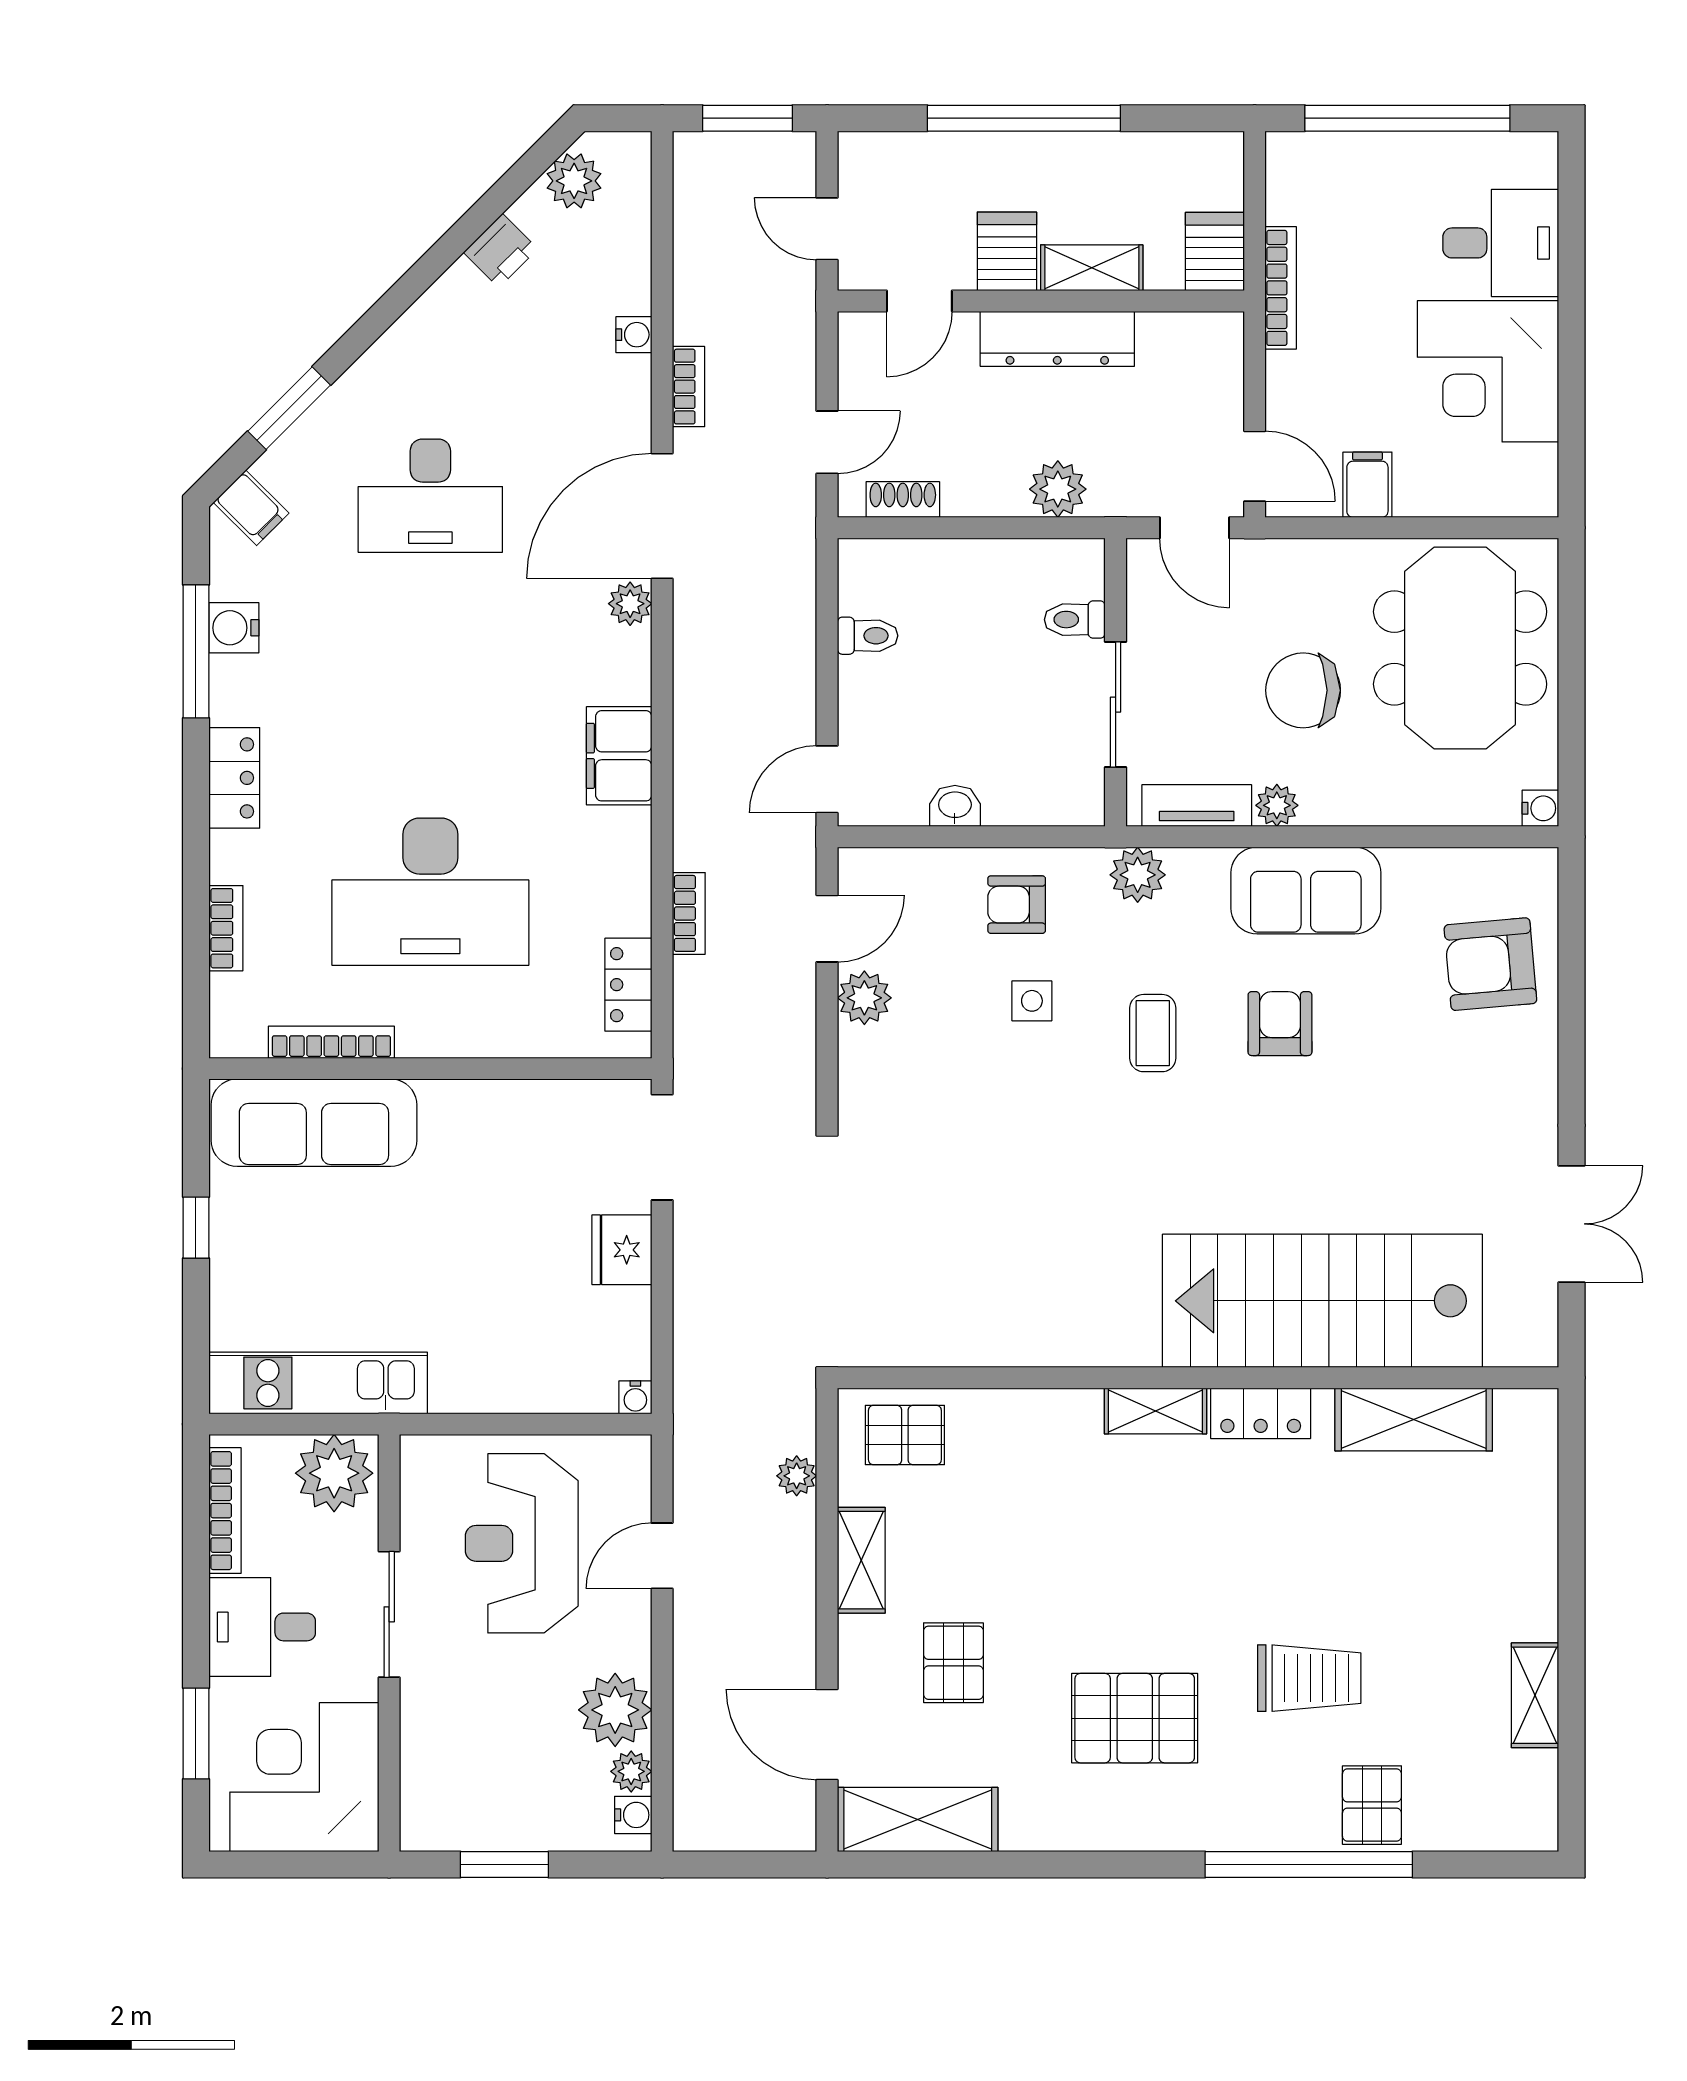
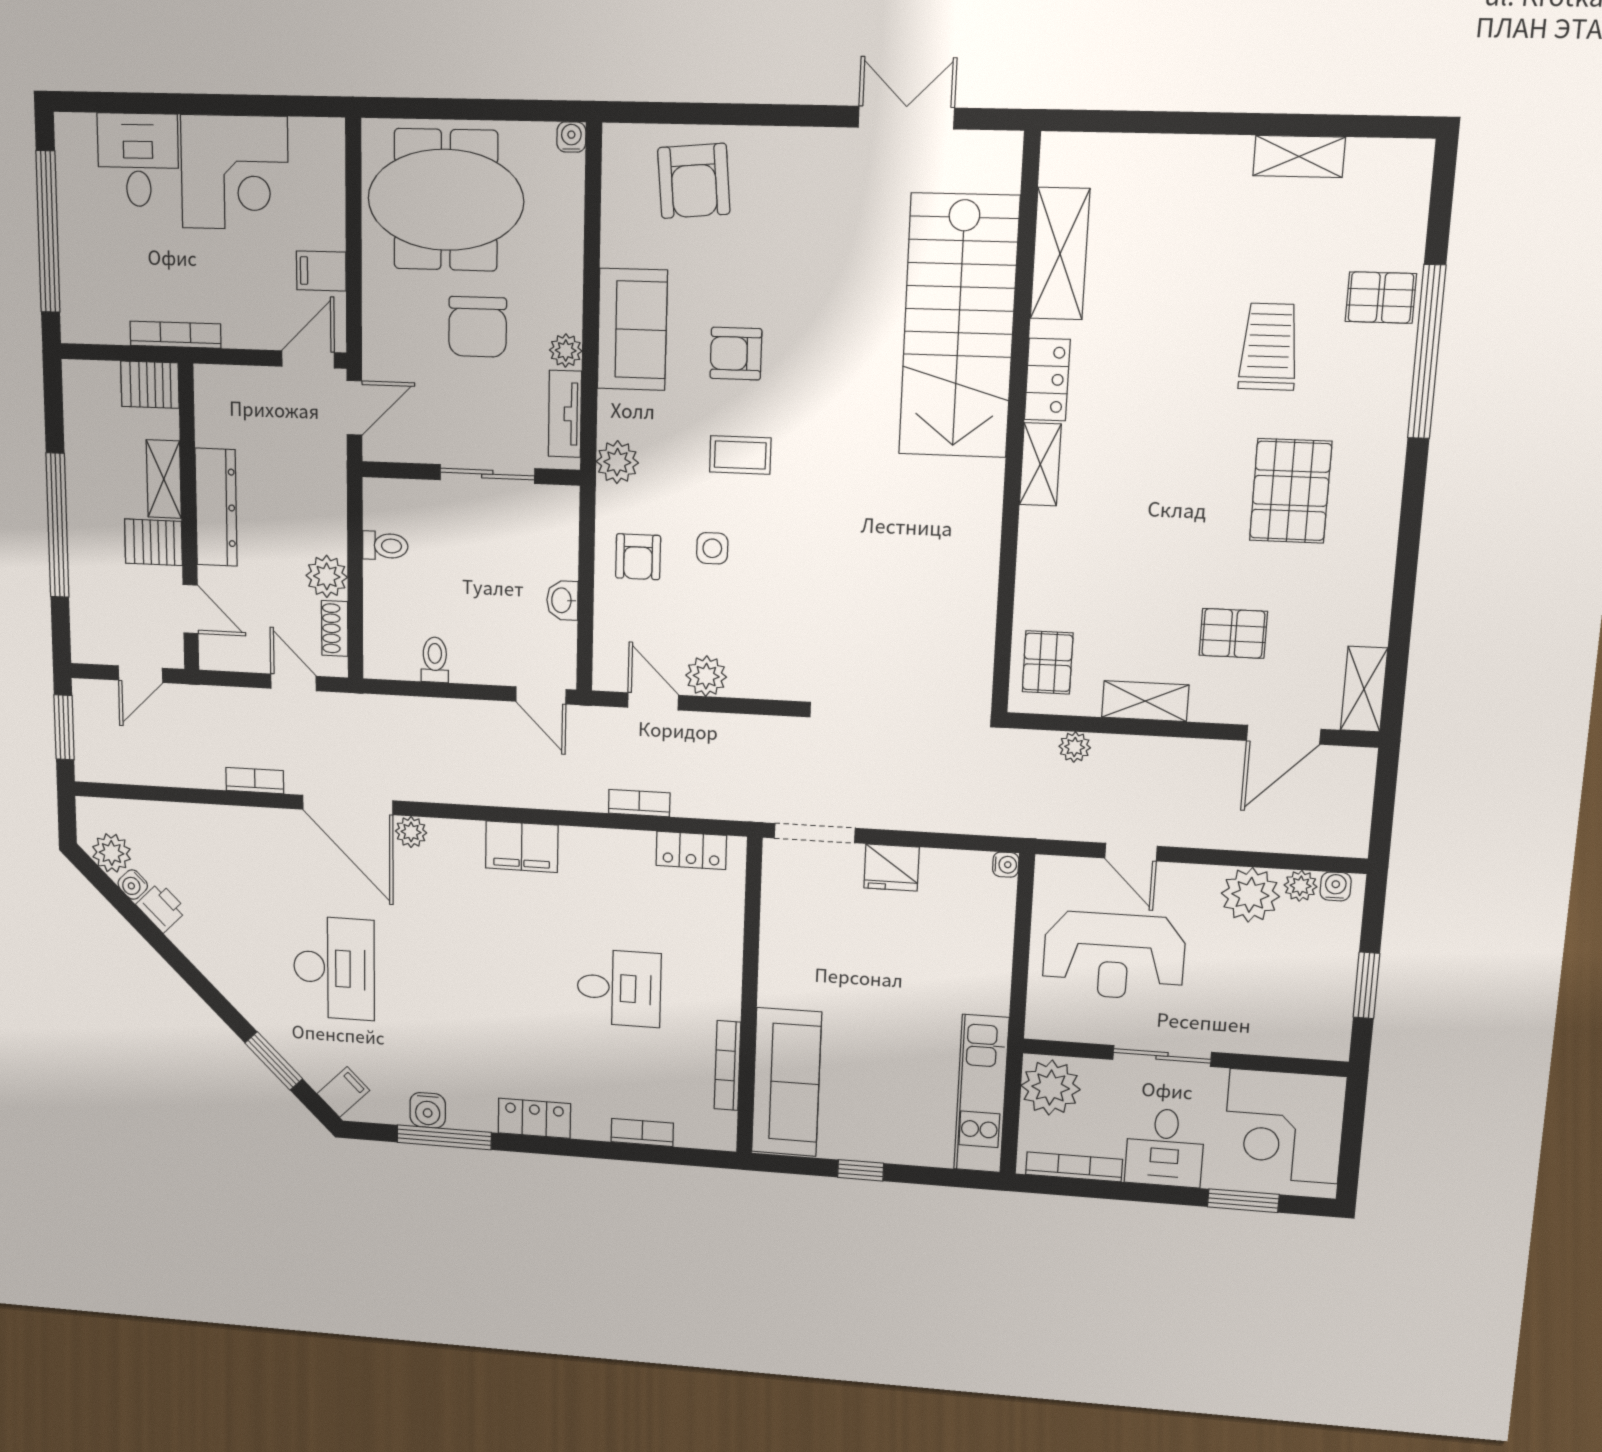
water cooler: (634, 335) -> (133, 885), moved, turned -135
plant: (1058, 489) -> (327, 576), moved
toilet: (1075, 620) -> (385, 546), moved, turned -90
desk: (430, 892) -> (619, 988), width x0.53, depth x0.77
shelving: (918, 1820) -> (1364, 689), width x0.67, depth x0.75

